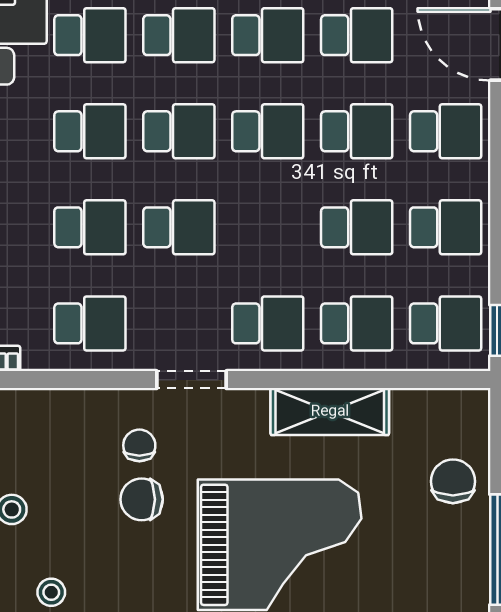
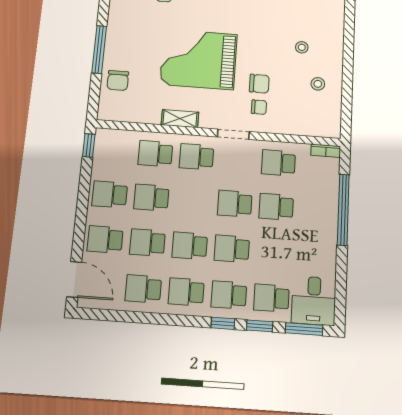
school desk: (90, 131) -> (274, 252), removed
school desk: (446, 323) -> (114, 150), removed
shelving: (330, 412) -> (180, 119), width x0.67, depth x0.75
chair: (139, 445) -> (259, 107), turned -90

